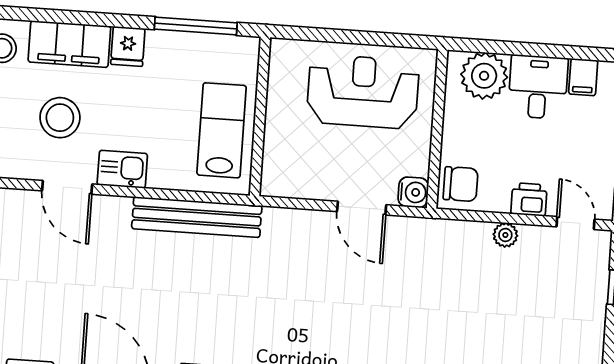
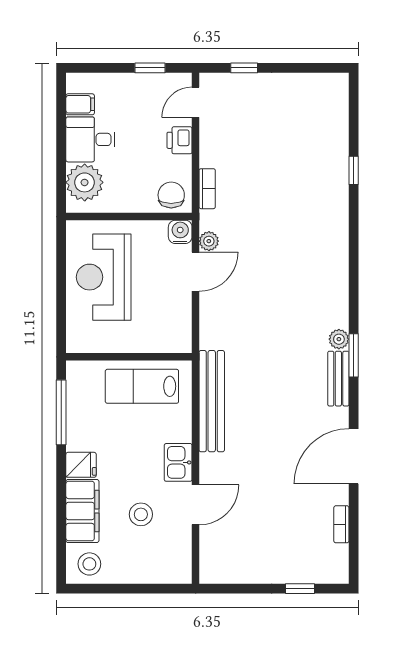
stool: (60, 118) -> (141, 514), width x0.73, depth x0.73
bookcase: (465, 230) -> (207, 189), added
plant: (505, 235) -> (209, 241), moved

